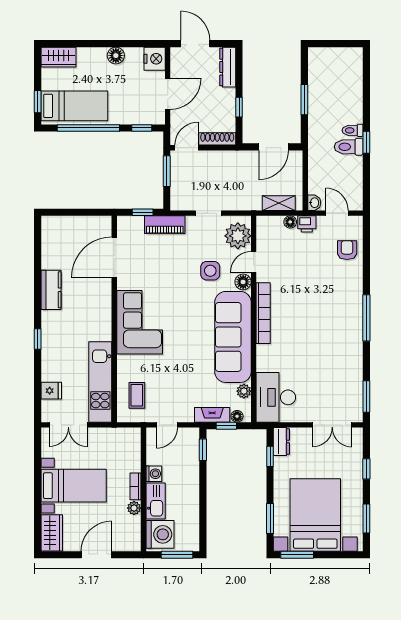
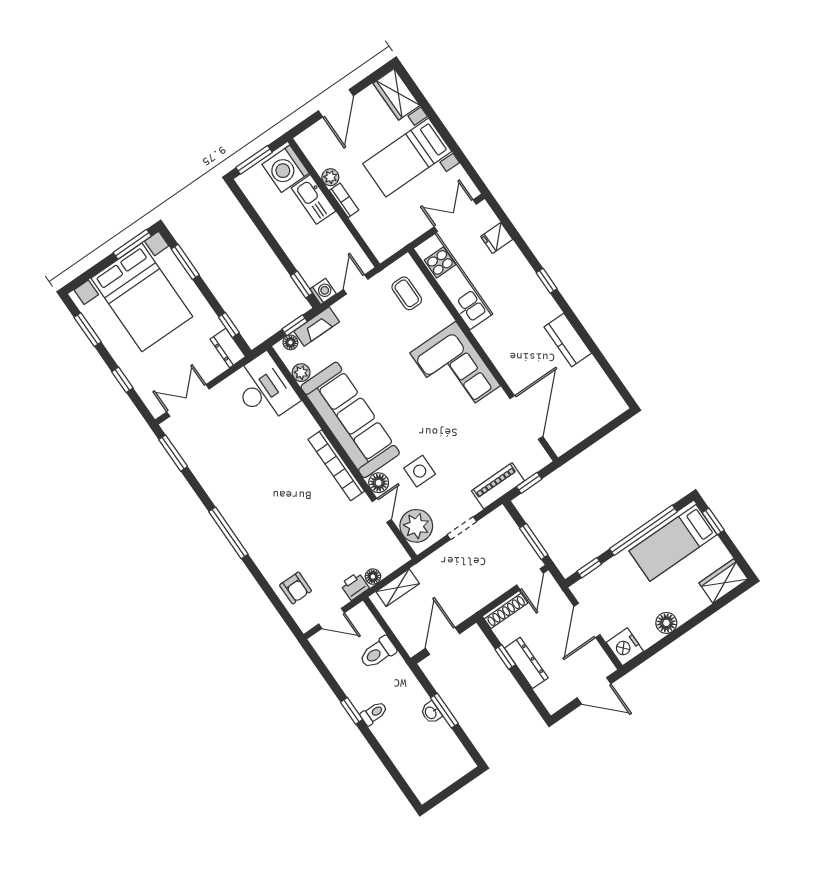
dresser: (228, 67) -> (526, 663), moved
toilet: (349, 147) -> (378, 653), moved, turned 180
washbasin: (314, 203) -> (431, 713), moved
washing machine: (154, 474) -> (323, 291), moved, turned 180

